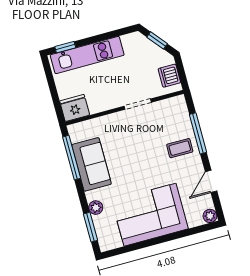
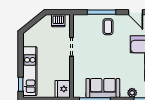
window: (157, 40) -> (33, 22), removed

